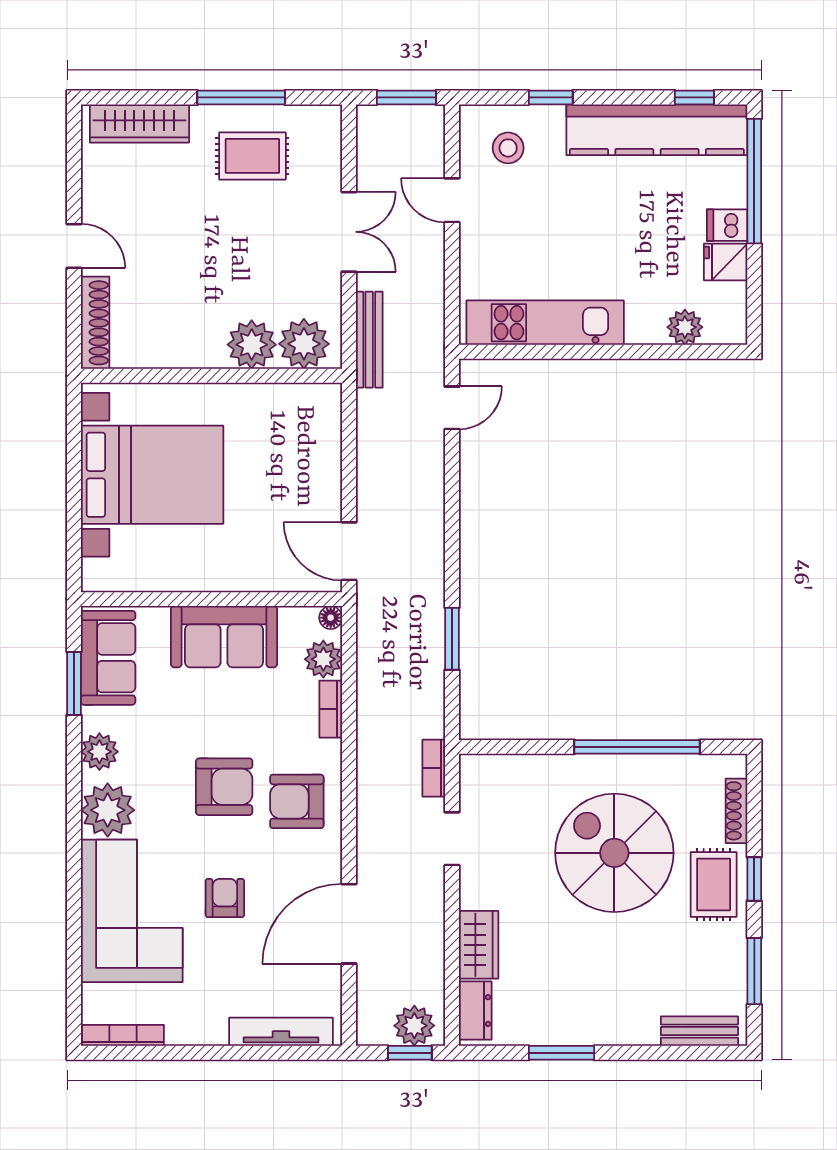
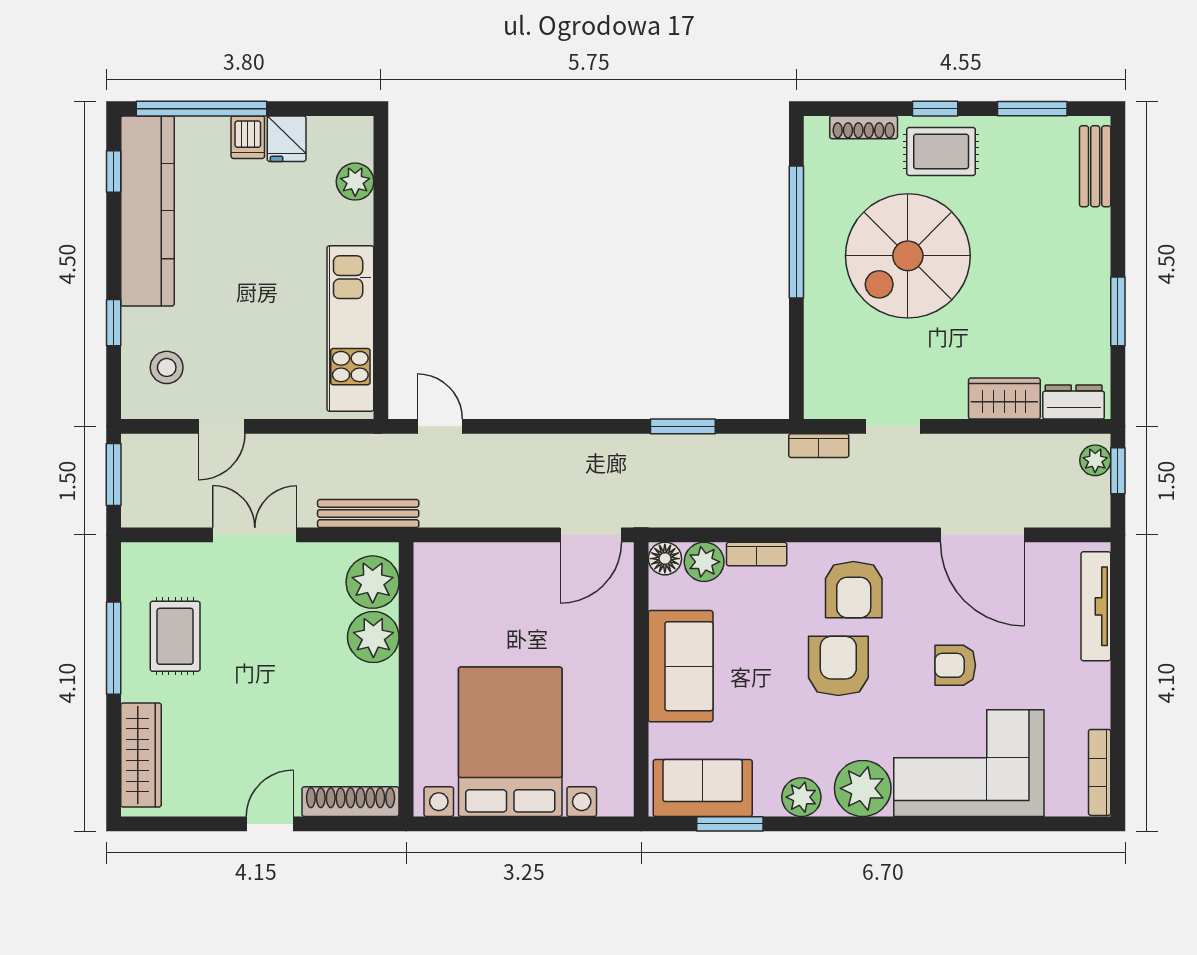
floor lamp: (331, 618) -> (665, 559), width x1.37, depth x1.37
plant: (414, 1026) -> (1095, 460), width x0.73, depth x0.73

